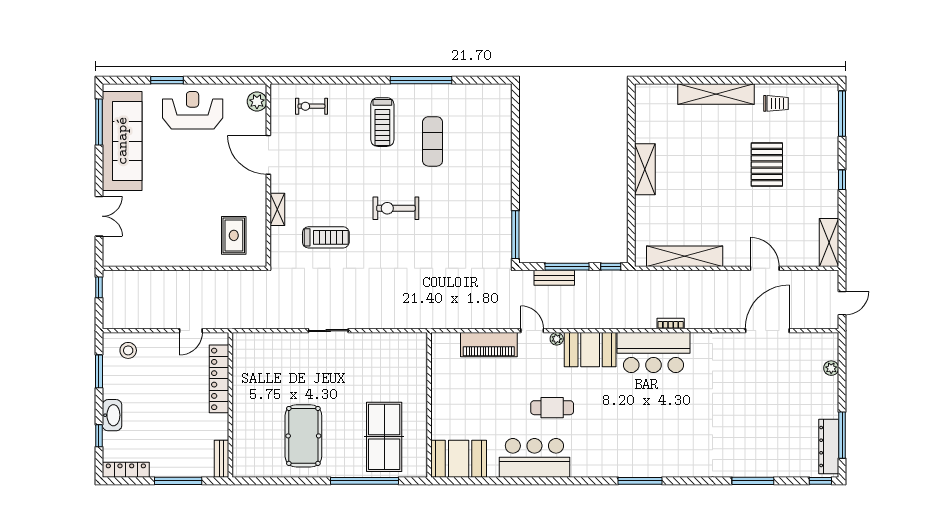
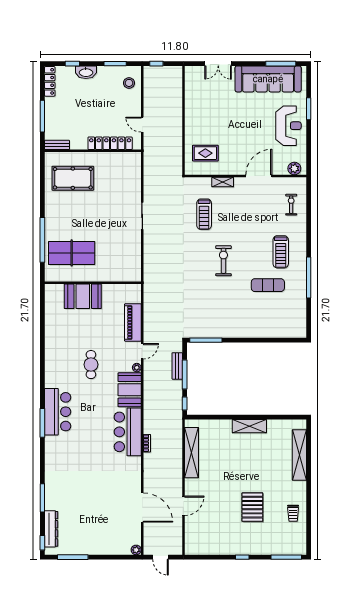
shelving: (716, 94) -> (299, 455), moved
treadmill: (382, 122) -> (281, 252), turned -90
pallet: (767, 165) -> (252, 507), turned 90
shelving: (829, 243) -> (201, 548), removed
window: (99, 287) -> (156, 64), moved
plant: (831, 368) -> (136, 550), moved
pool table: (303, 436) -> (73, 178), moved
dresser: (829, 447) -> (51, 529), moved, turned 90
bar counter: (534, 458) -> (58, 412), moved
booth: (459, 459) -> (83, 296), moved, turned 90

